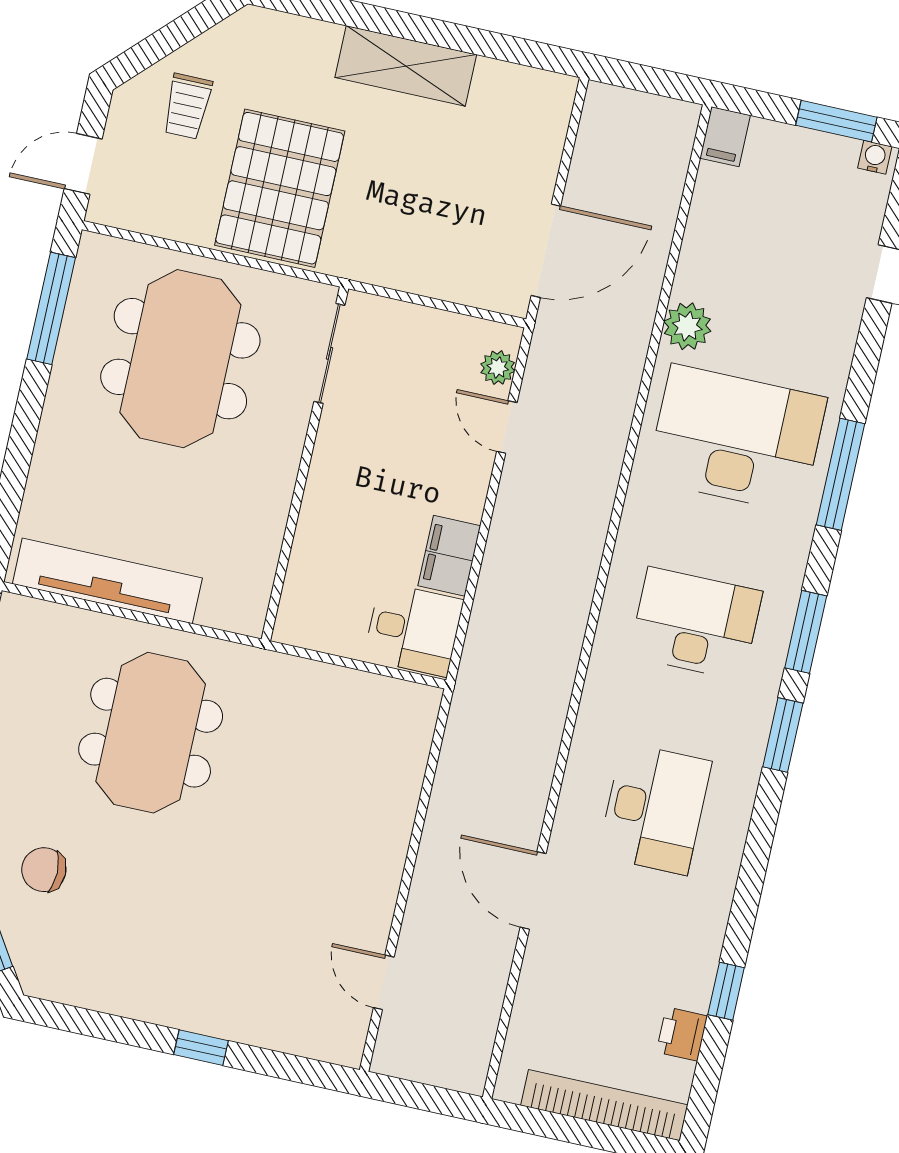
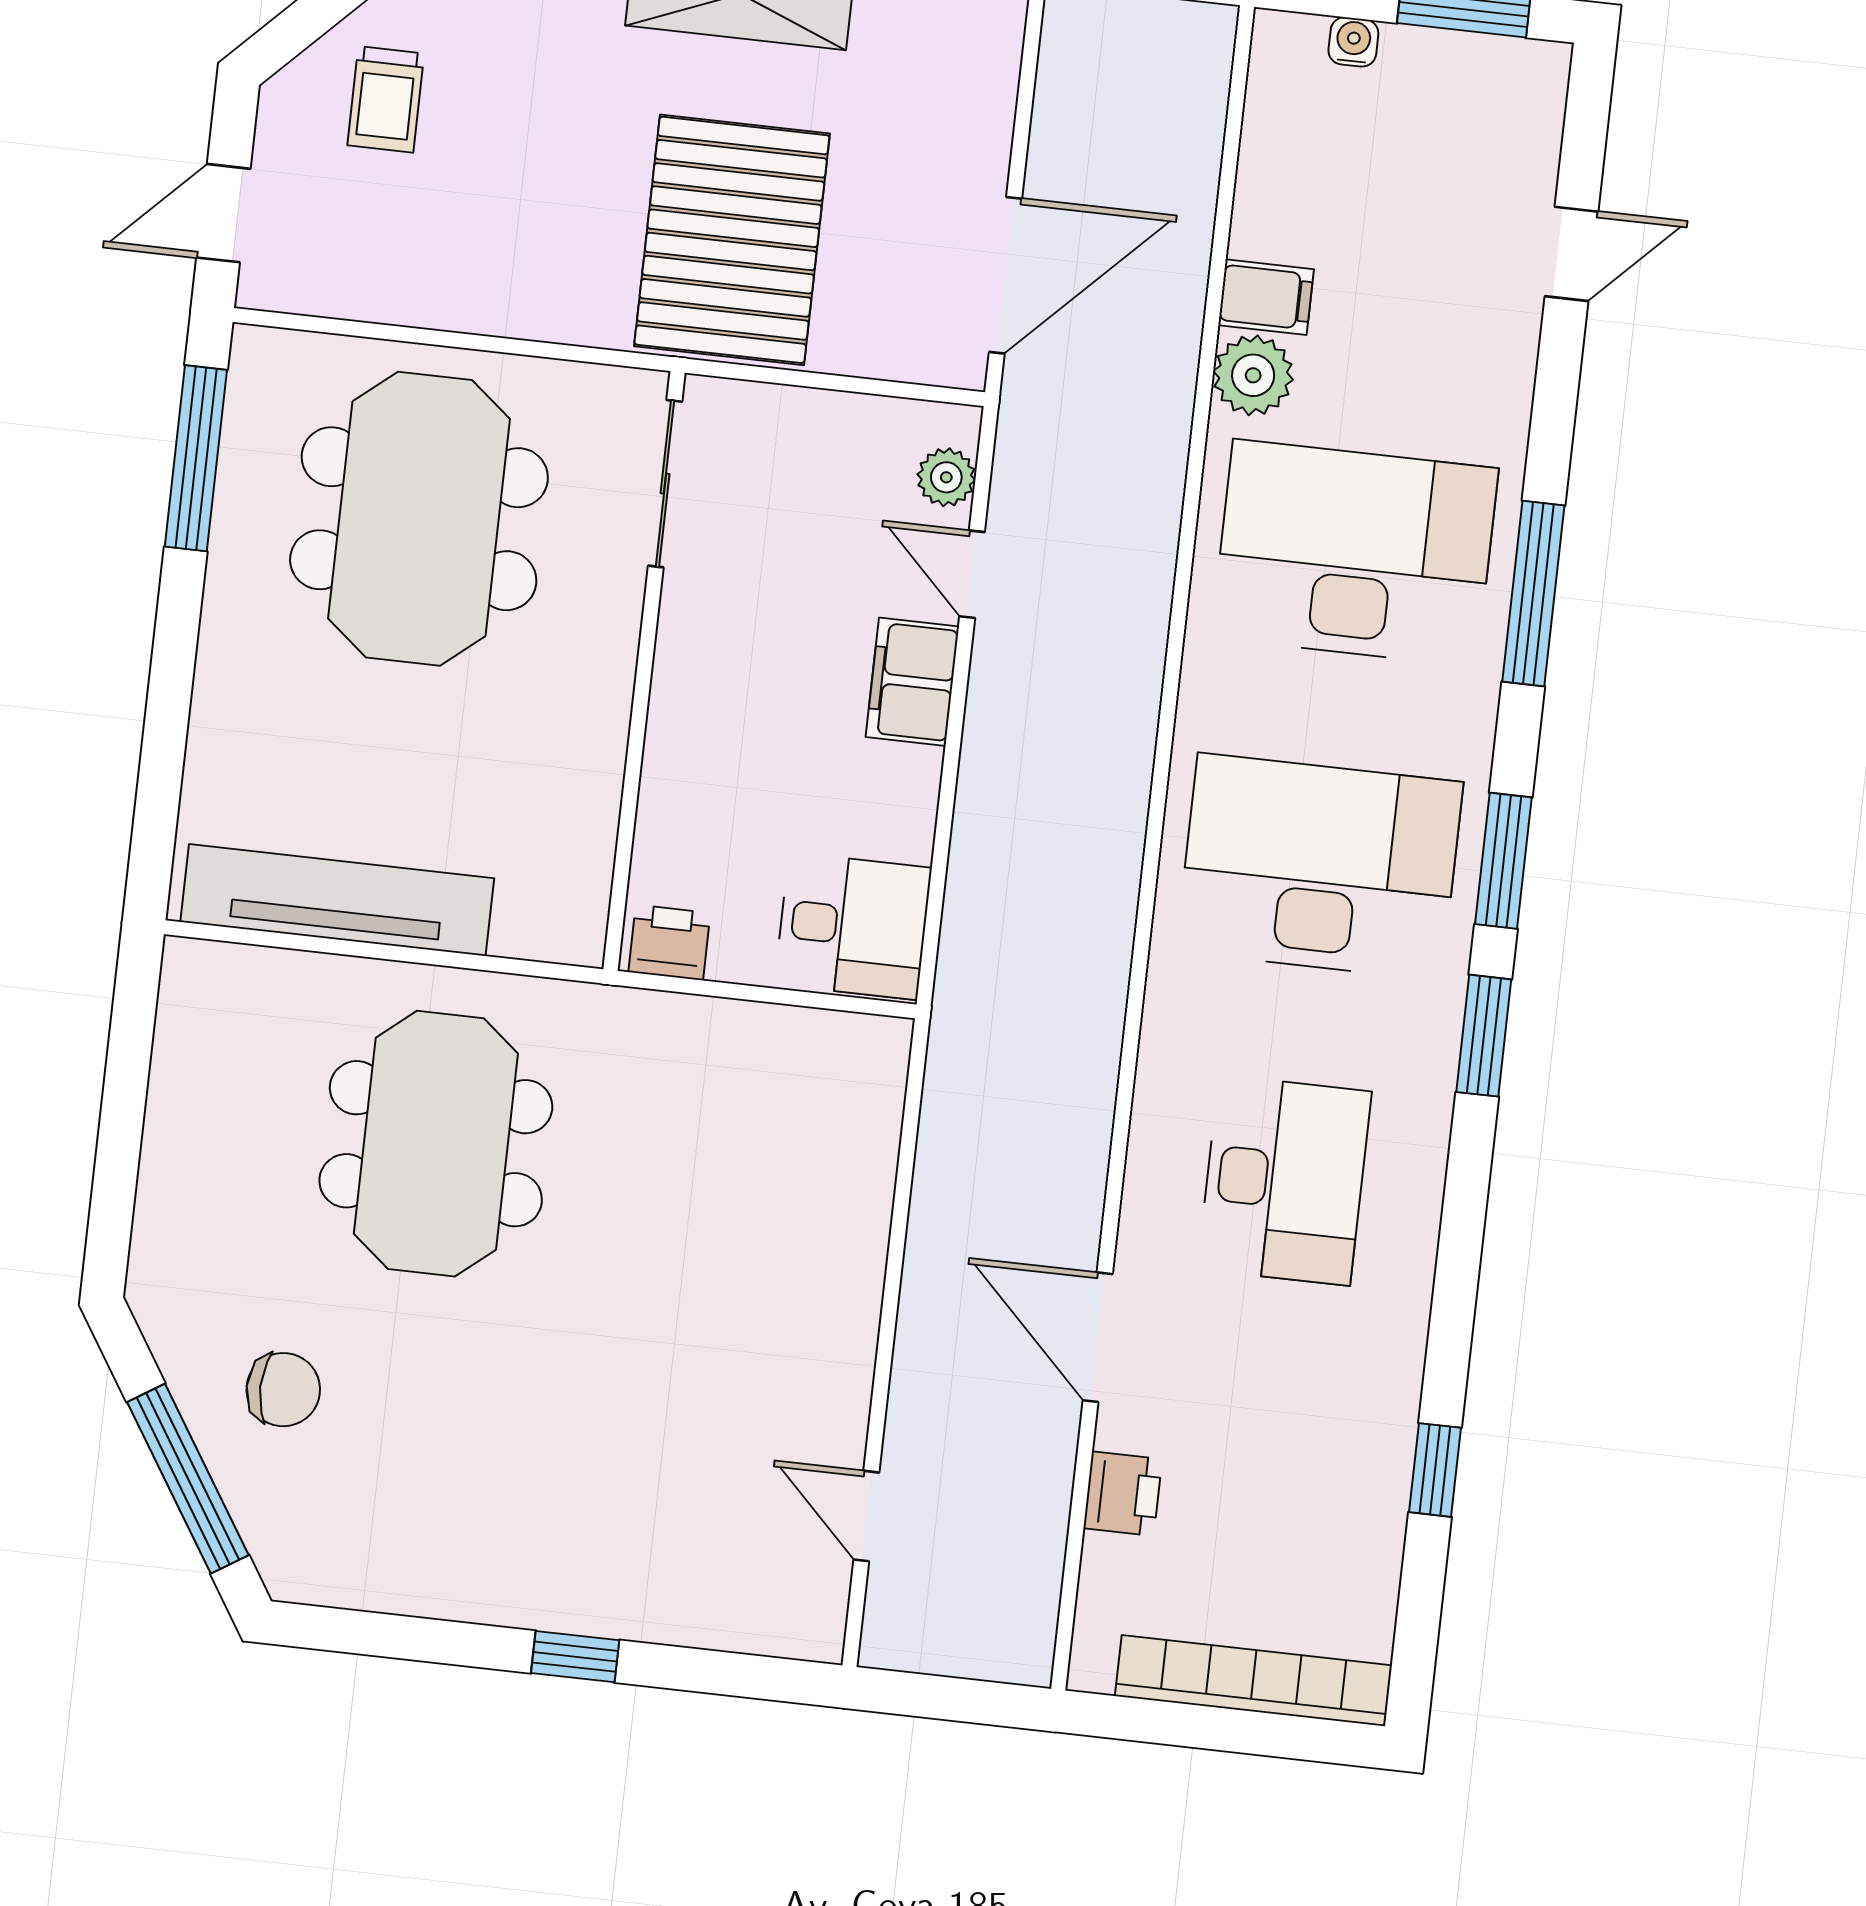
filing cabinet: (725, 137) -> (1266, 297), moved, turned -90
water cooler: (875, 157) -> (1353, 42), moved
pallet: (280, 188) -> (732, 240), moved
filing cabinet: (449, 556) -> (912, 682), moved
desk: (696, 624) -> (1320, 867), width x1.36, depth x1.30
printer: (303, 627) -> (669, 943), added
chair: (44, 870) -> (283, 1390), turned 180
printer: (682, 1034) -> (1123, 1494), moved, turned 180

